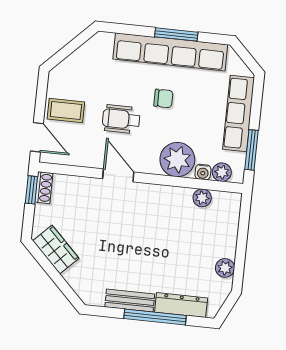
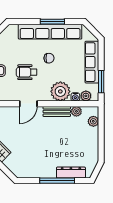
door: (118, 175) -> (28, 104), swing flipped
plant: (225, 268) -> (93, 121), moved
bench: (130, 300) -> (57, 111), moved

